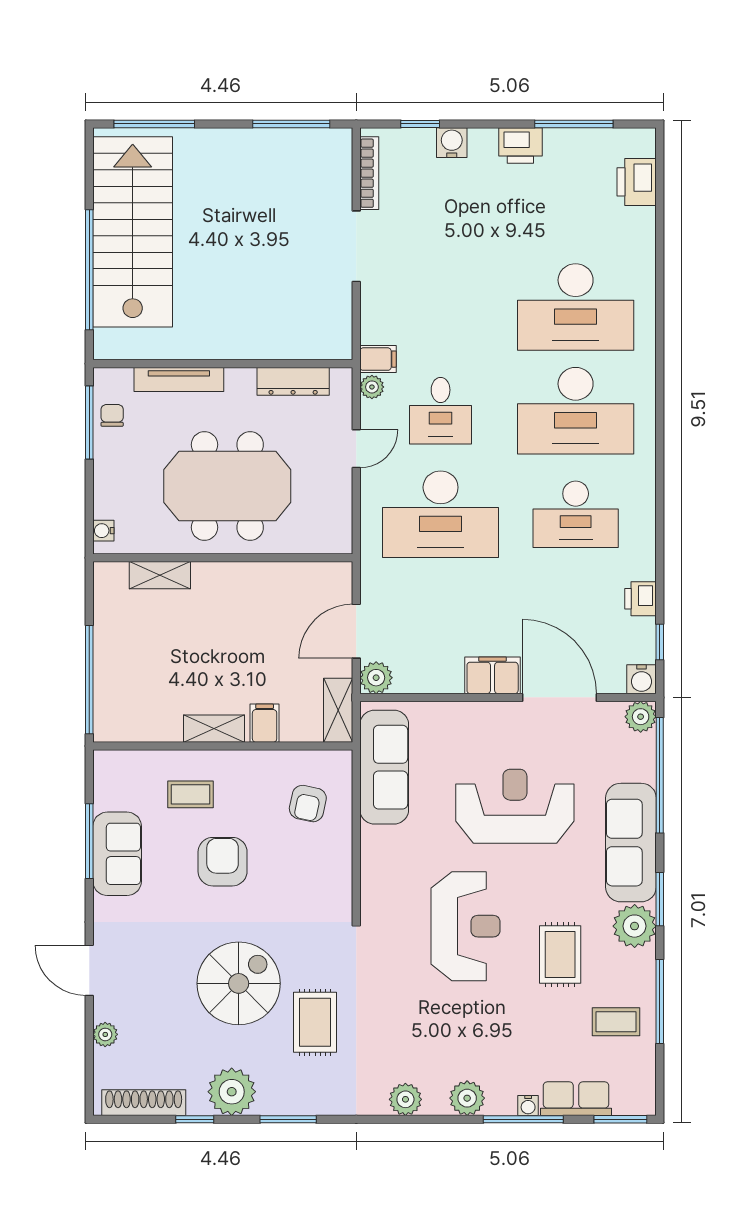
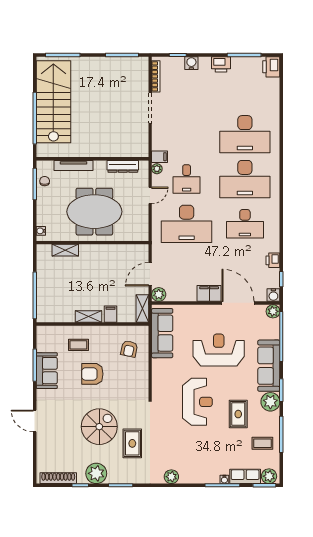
printer: (637, 182) -> (271, 67), moved
armchair: (223, 862) -> (92, 374), turned -90
plant: (105, 1034) -> (42, 449), removed
plant: (467, 1098) -> (269, 476), moved

